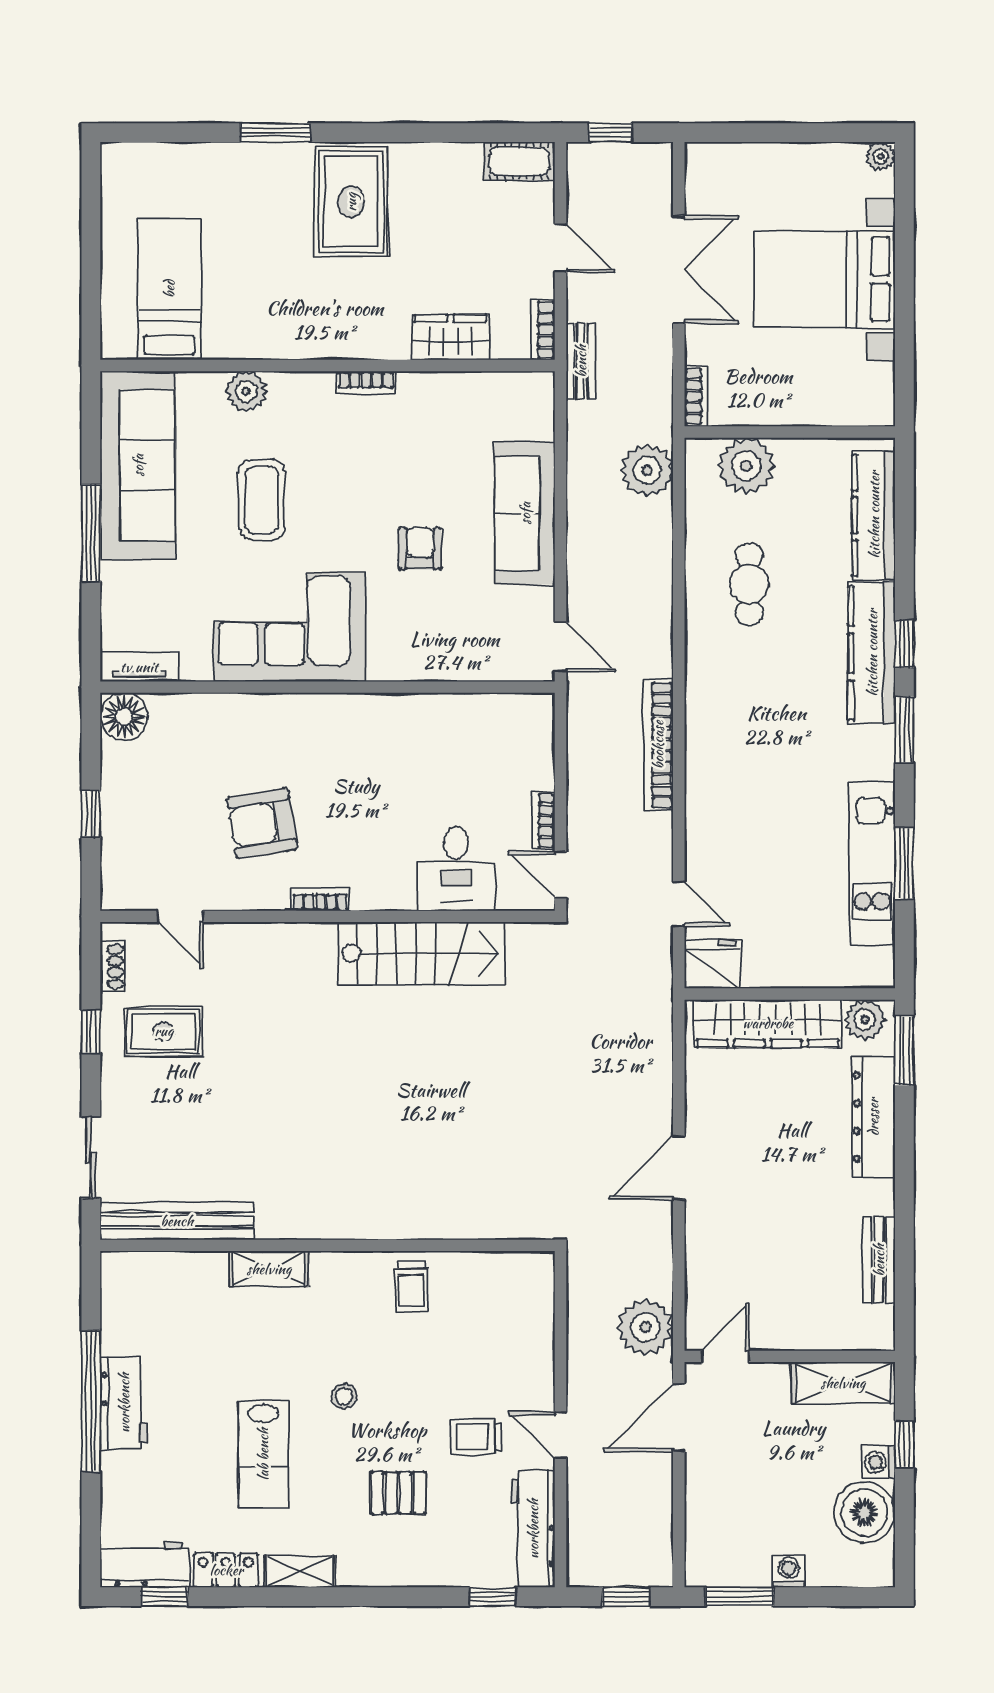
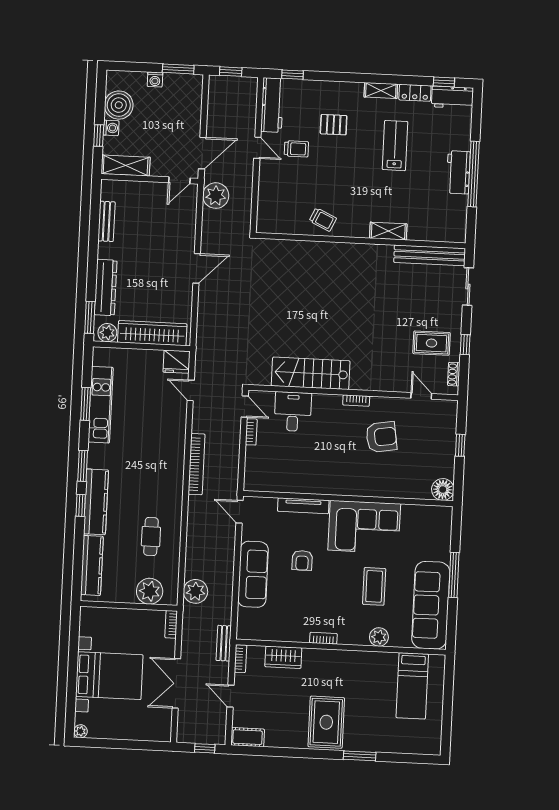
tv unit: (139, 667) -> (303, 506), moved, width x1.41
trolley: (411, 1287) -> (323, 220), turned 115
stool: (344, 1396) -> (356, 170), removed

